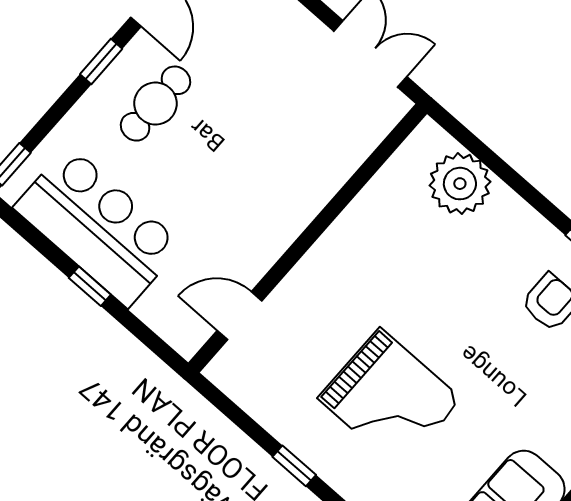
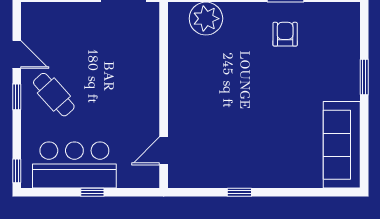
cafe table: (155, 104) -> (54, 95), turned -42
grand piano: (390, 399) -> (254, 131), removed

